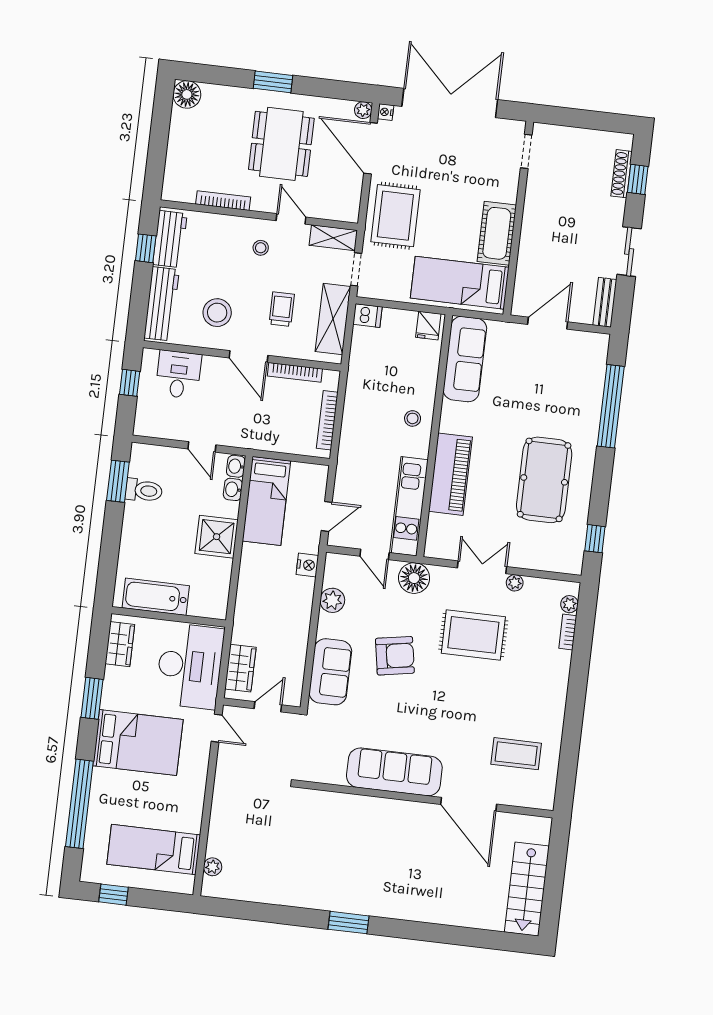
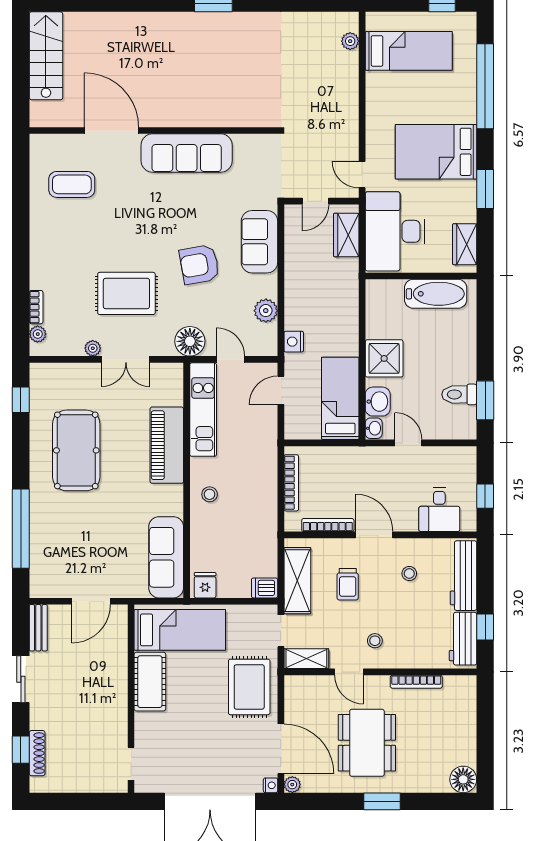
stool: (217, 313) -> (409, 574), width x0.53, depth x0.53
washbasin: (233, 489) -> (378, 402), width x1.38, depth x1.45

